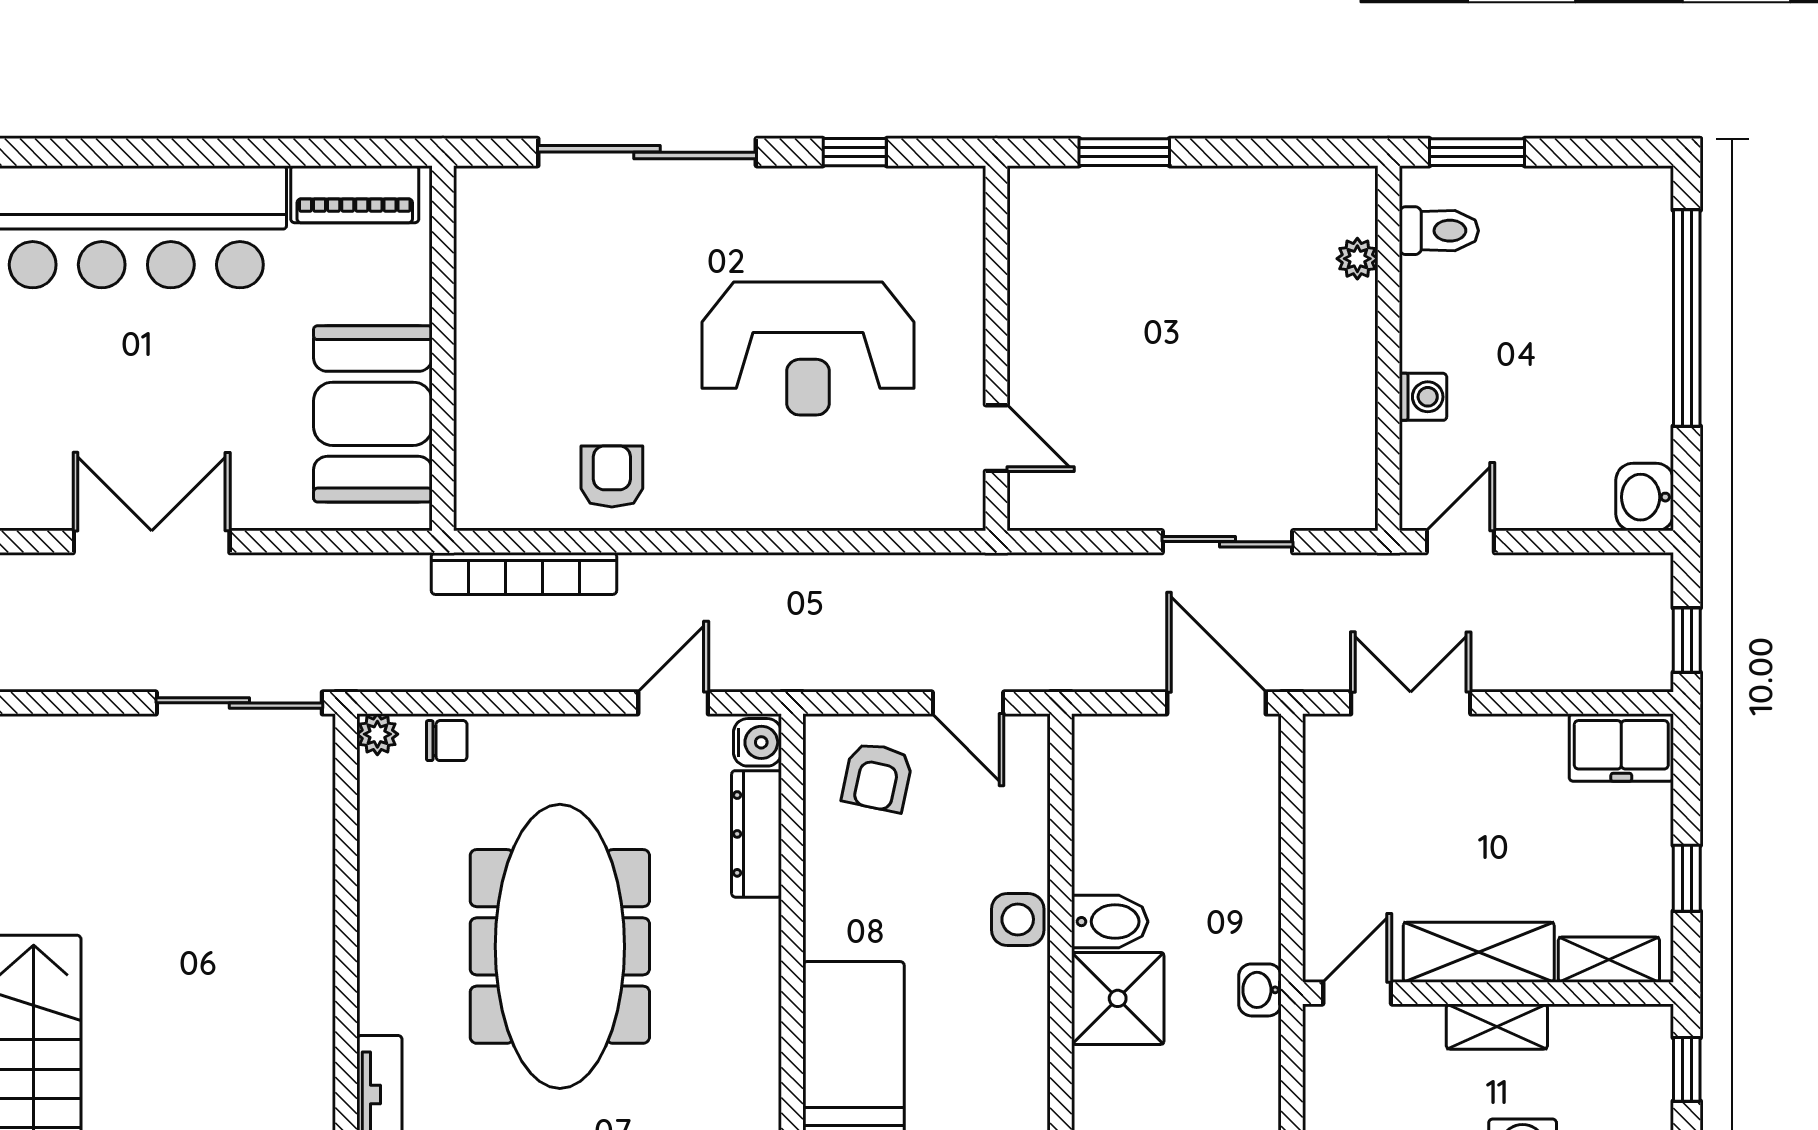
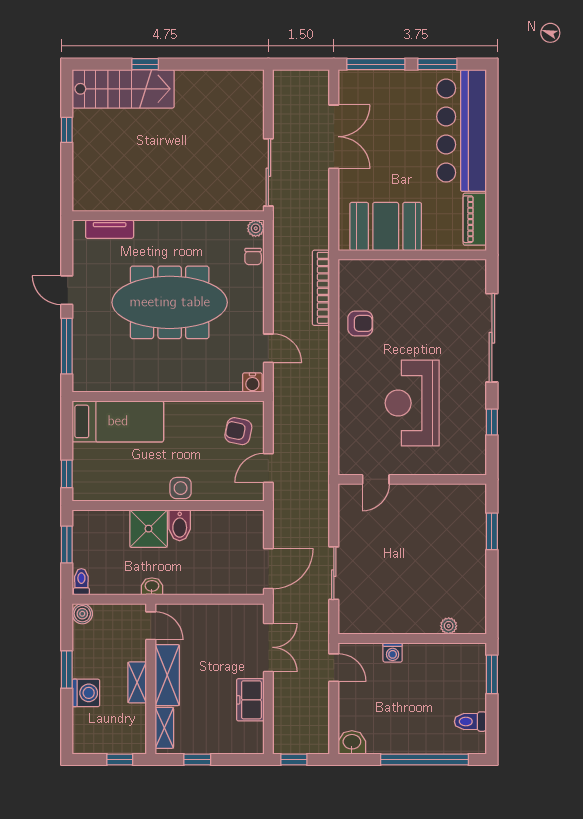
toilet: (1439, 231) -> (470, 722), moved, turned 90
freezer: (1621, 748) -> (250, 700), moved
dresser: (757, 834) -> (215, 382), removed

